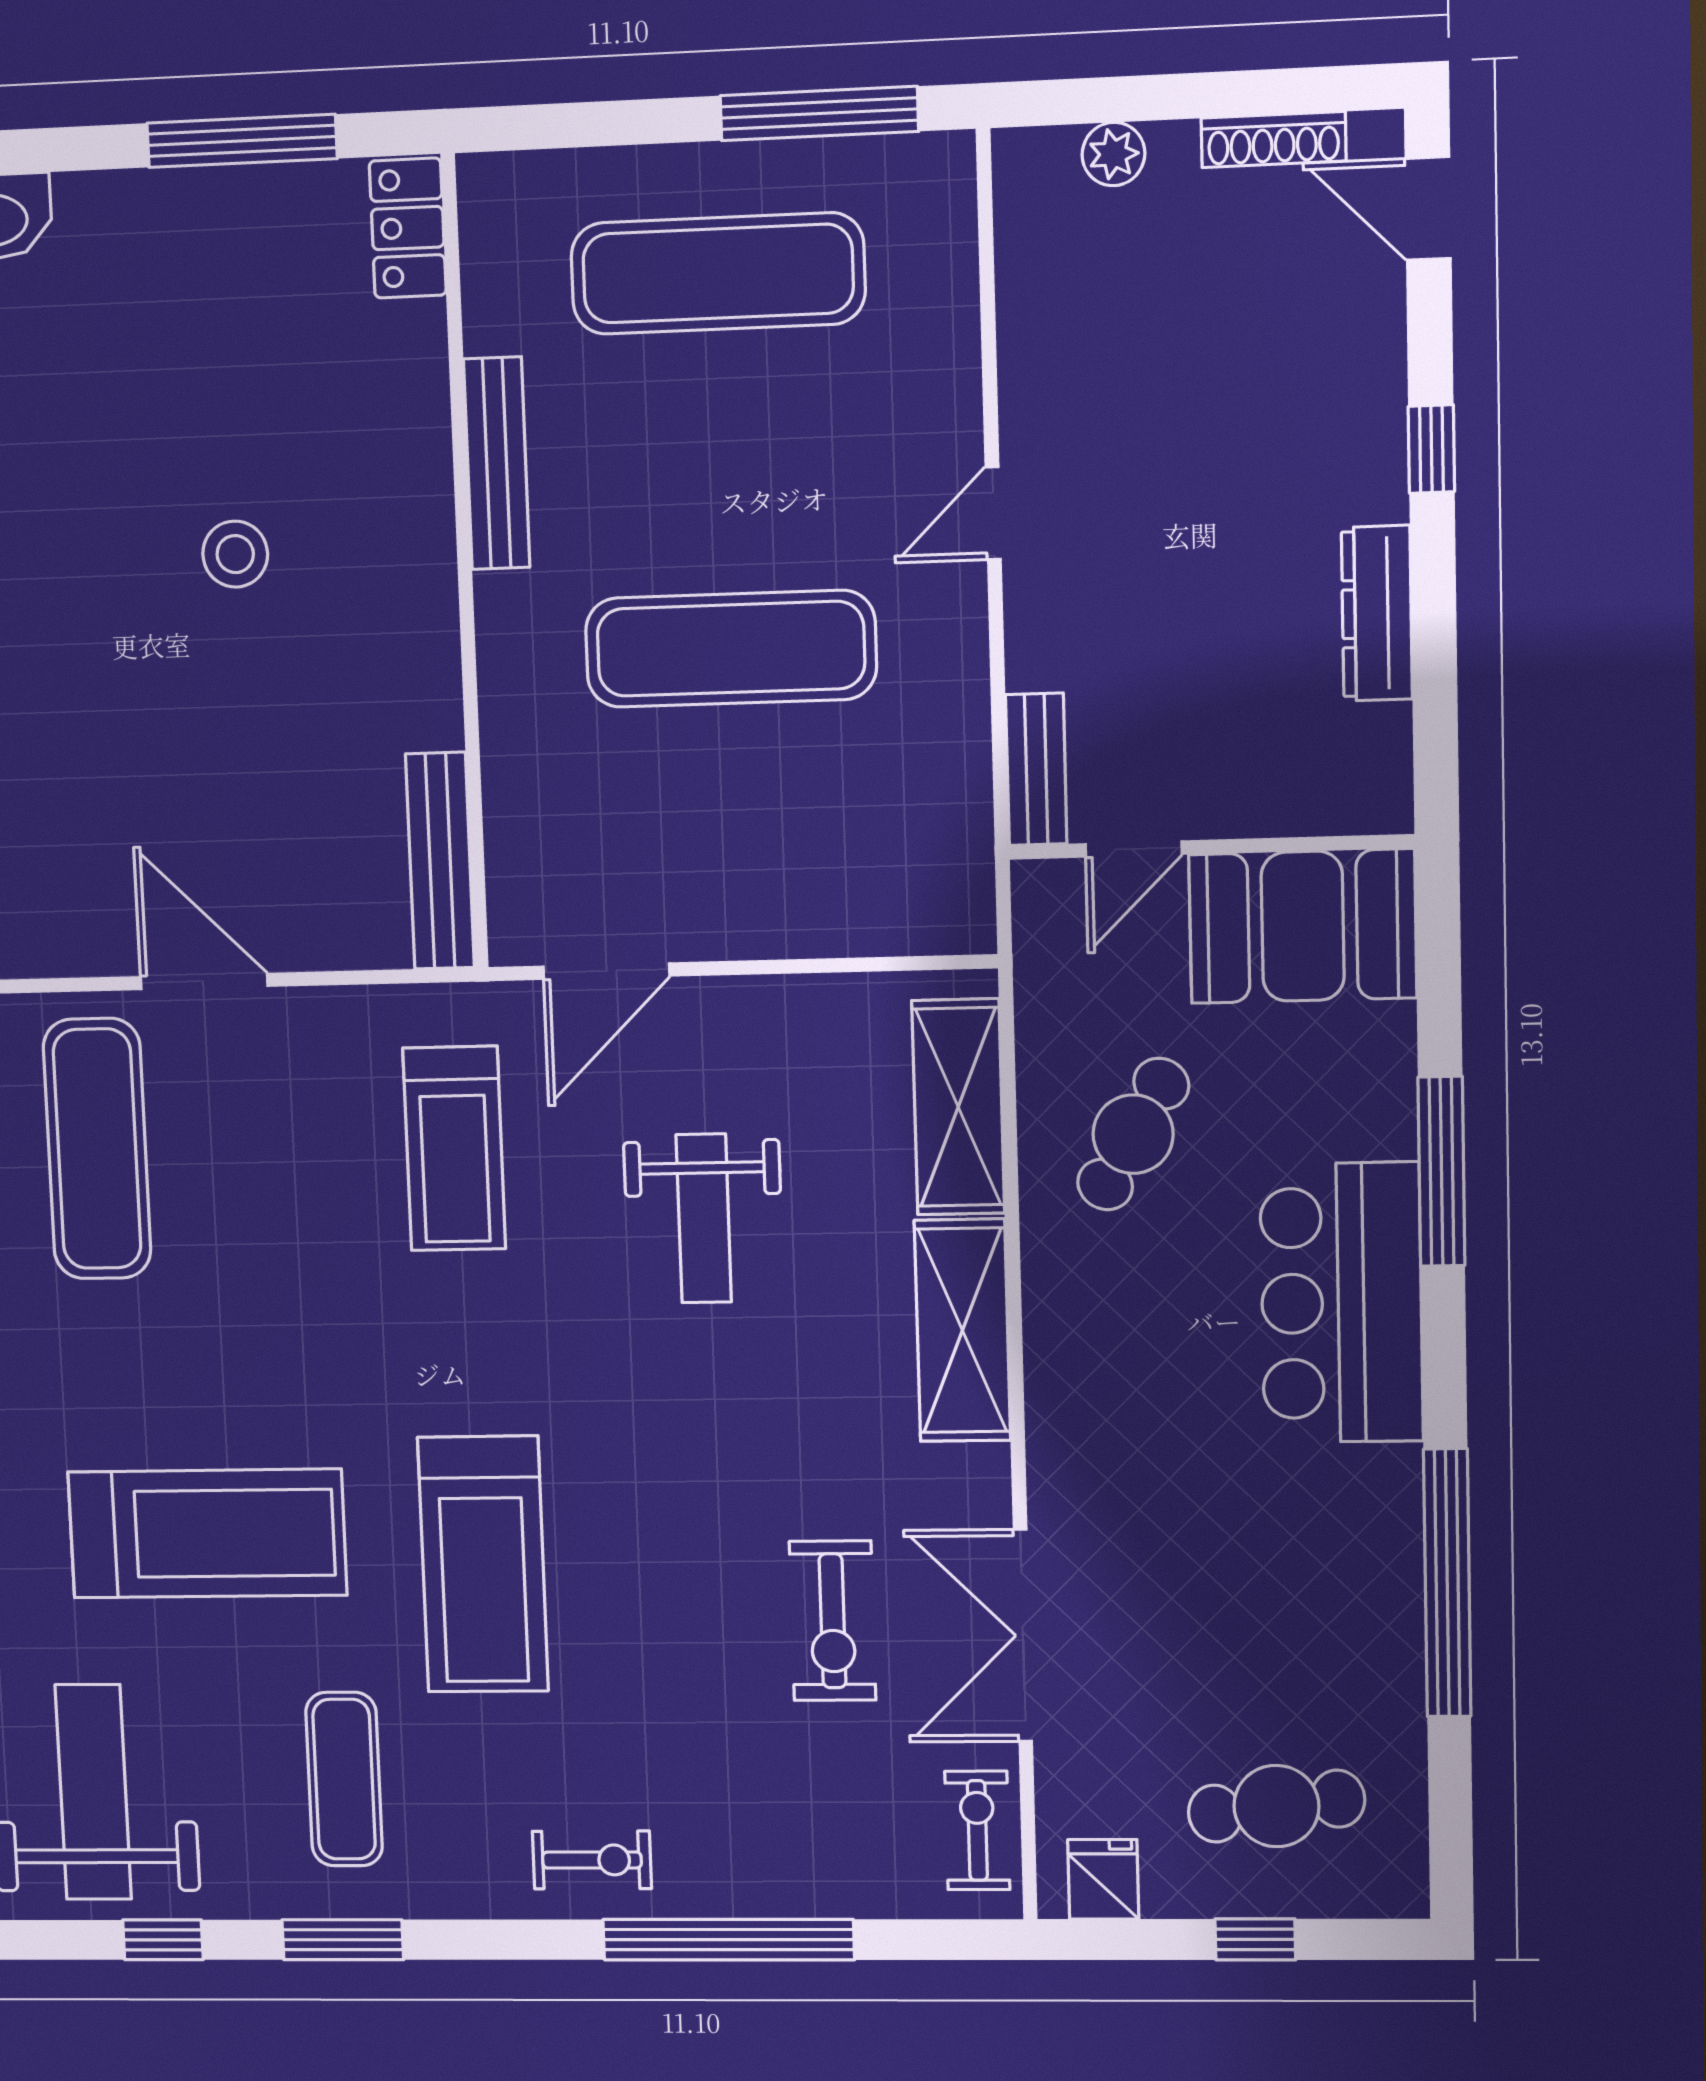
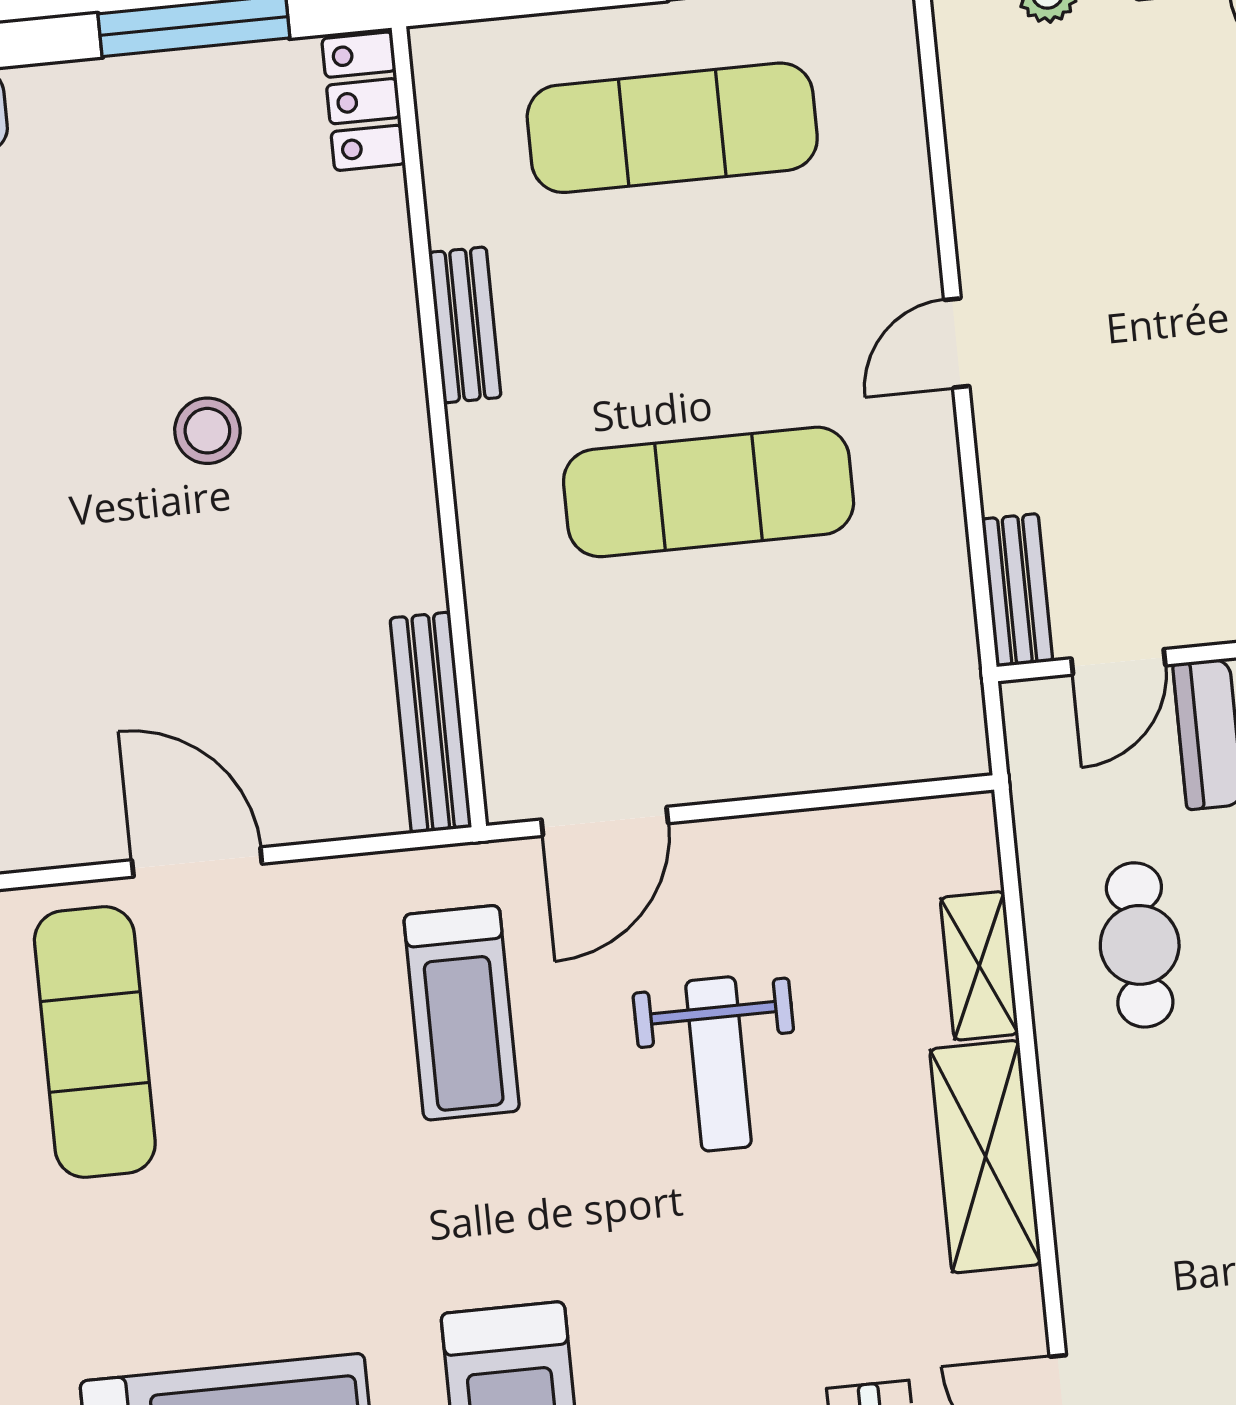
bench: (497, 463) -> (465, 325), width x0.73
shelving: (958, 1107) -> (979, 966), width x0.67, depth x0.75
cafe table: (1133, 1134) -> (1140, 945), turned -30

